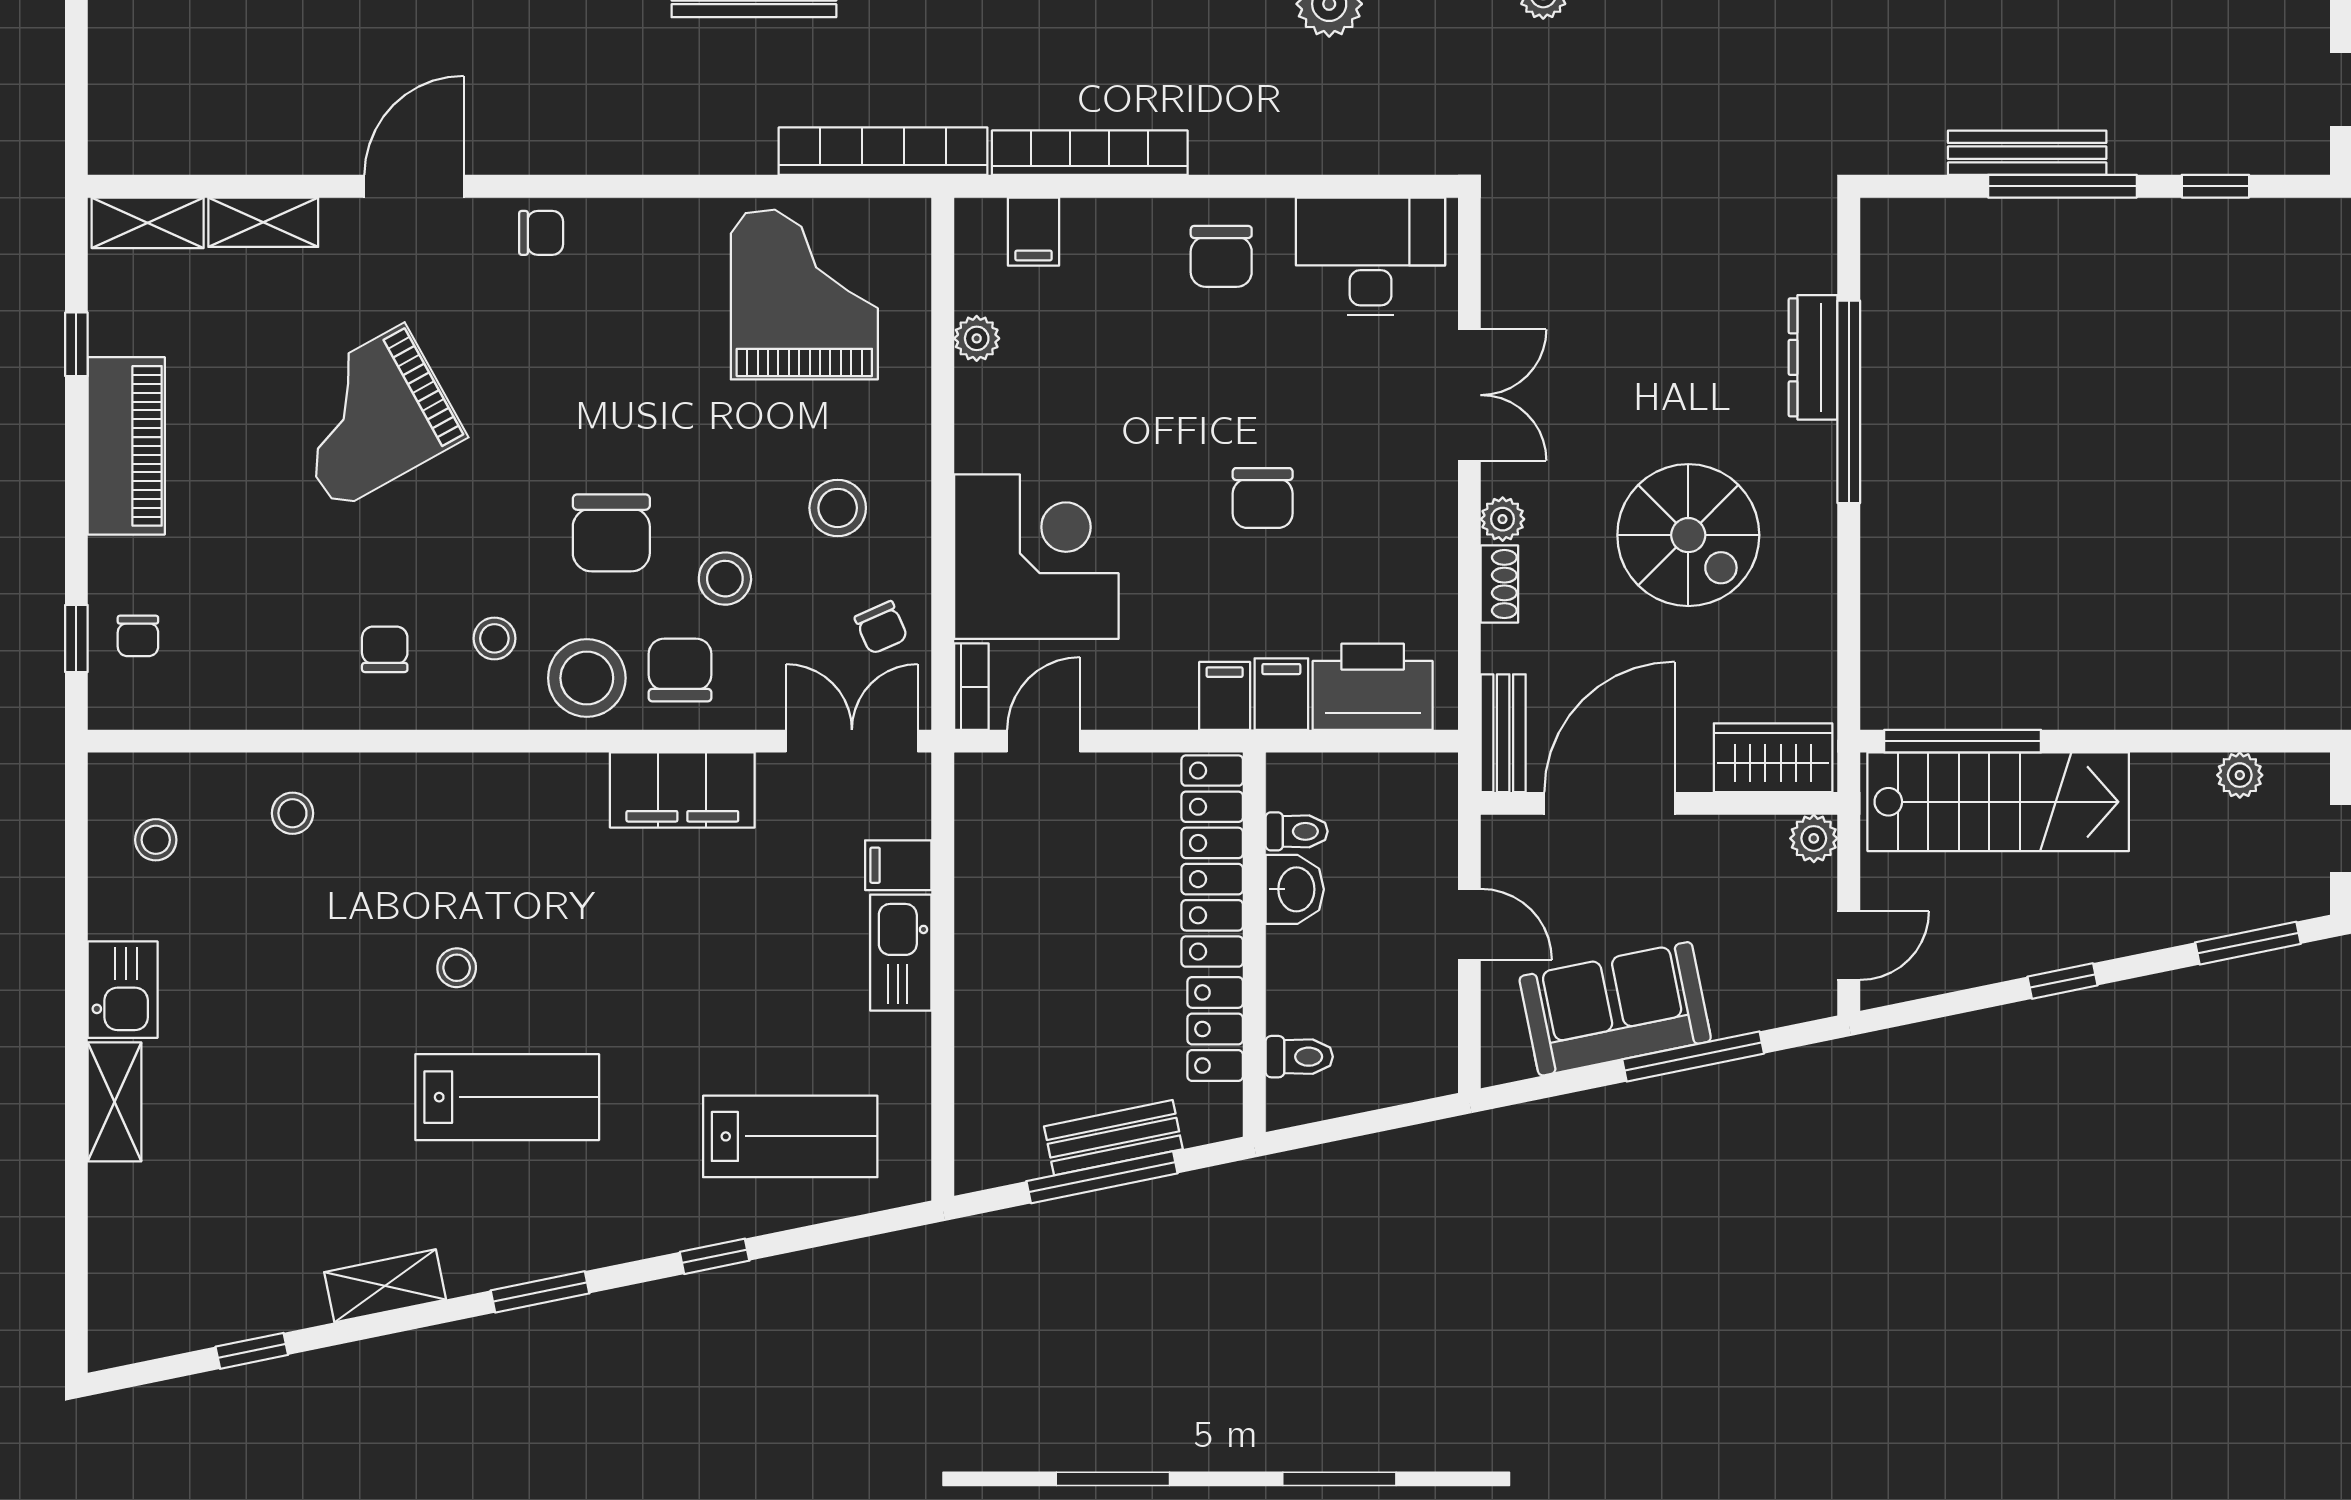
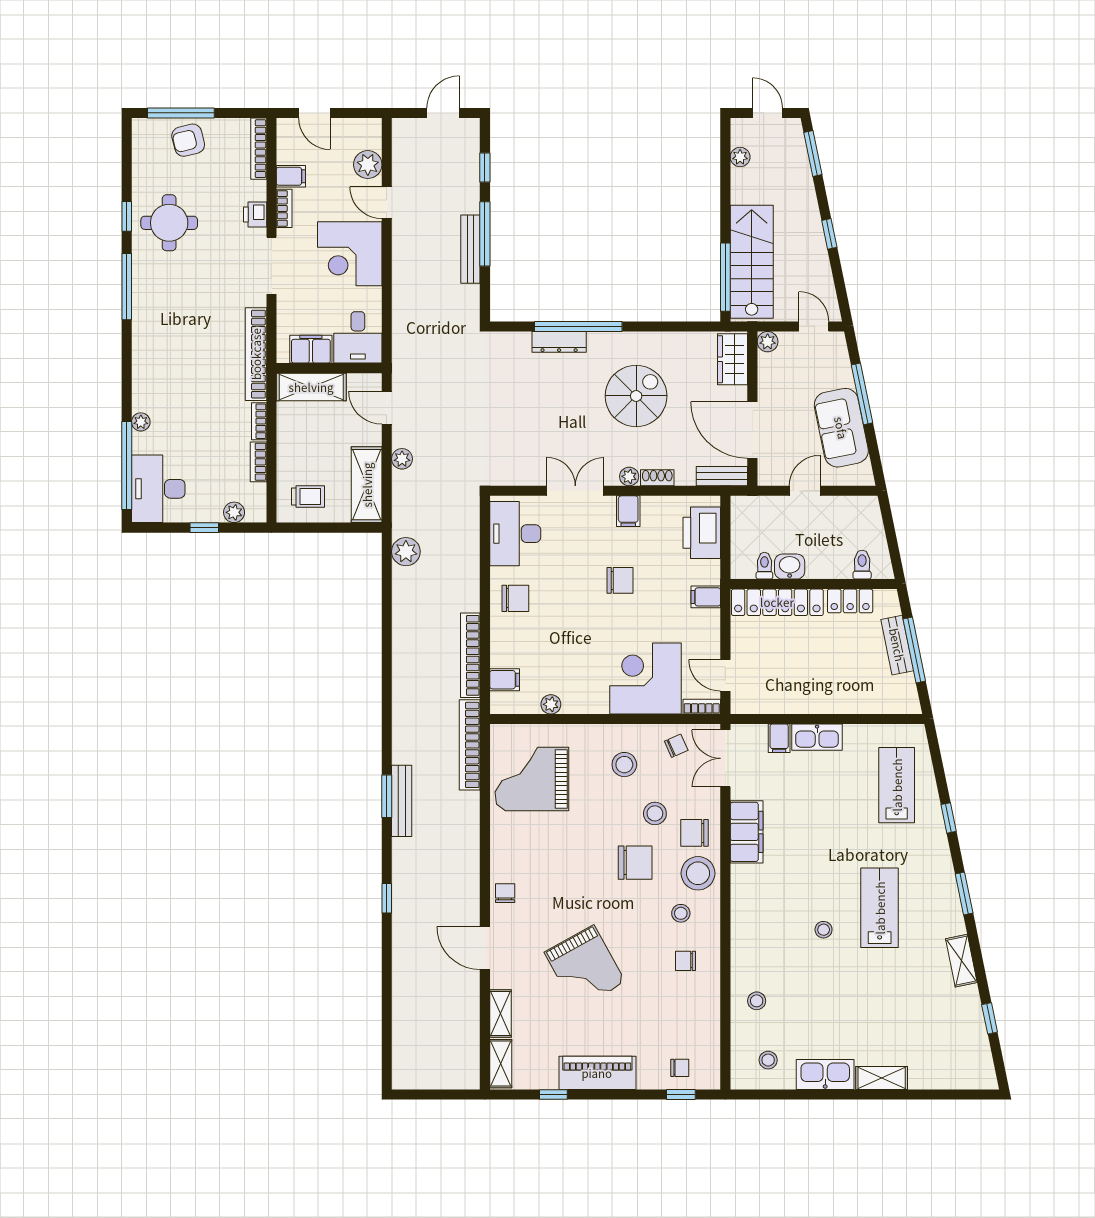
filing cabinet: (1281, 694) -> (628, 511), moved, turned -90
kitchen sink: (123, 990) -> (825, 1074), width x1.38

